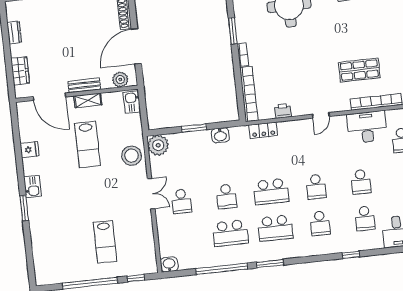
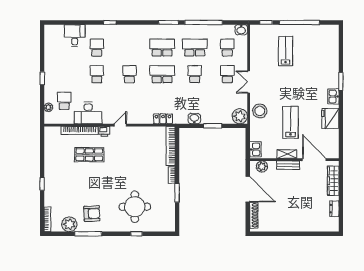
door: (136, 46) -> (248, 189), hinge flipped
wardrobe: (20, 71) -> (333, 181), width x1.50
printer: (283, 111) -> (104, 131), moved
fridge: (30, 150) -> (330, 119), width x1.88, depth x1.34
school desk: (320, 223) -> (227, 48), moved

